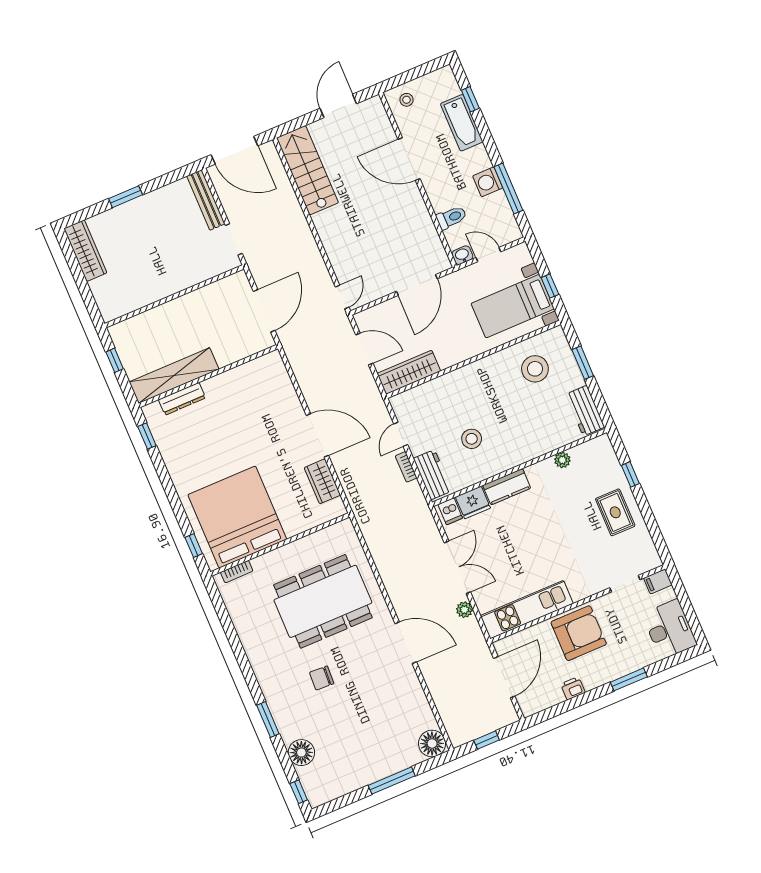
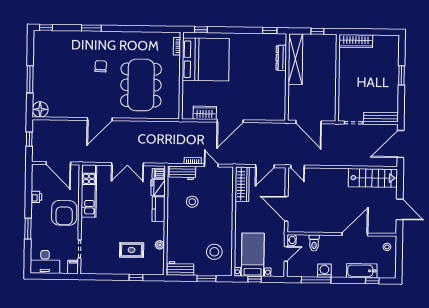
wardrobe: (85, 251) -> (356, 41), moved
rug: (615, 512) -> (132, 250), moved
plant: (464, 610) -> (103, 158), removed
floor lamp: (301, 753) -> (66, 38), removed

